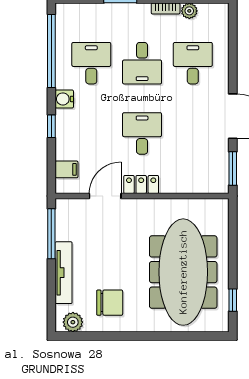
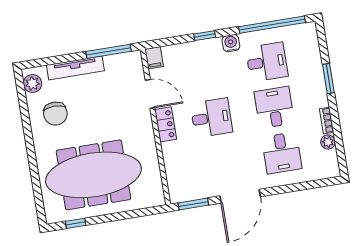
desk: (142, 63) -> (274, 107), turned 90
desk: (193, 63) -> (282, 153), turned 90
filing cabinet: (67, 169) -> (154, 58), moved

